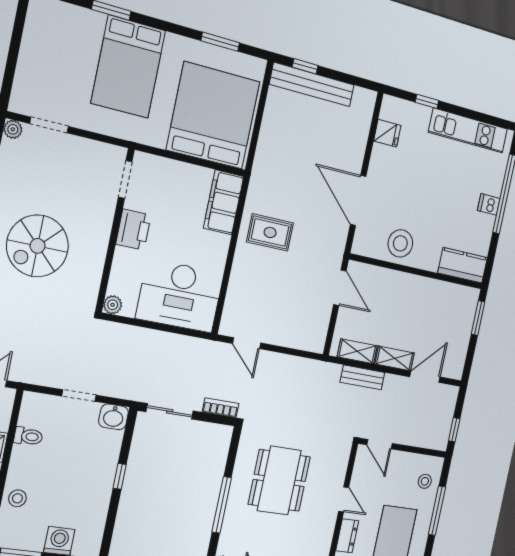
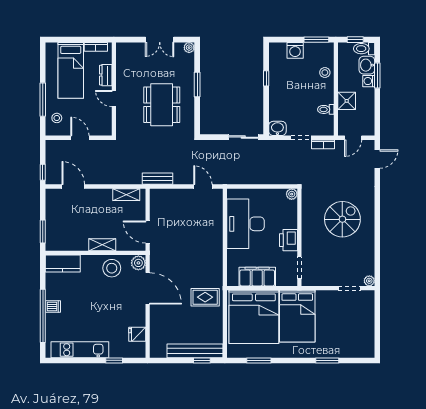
bed: (128, 67) -> (297, 316), moved, turned 180
filing cabinet: (224, 202) -> (257, 277), moved, turned -90
rug: (270, 232) -> (205, 297), moved
plant: (363, 243) -> (138, 263), added
desk: (180, 296) -> (246, 224), moved, turned -90
shelving: (395, 358) -> (102, 245), moved
bench: (362, 377) -> (158, 179), moved
door: (425, 377) -> (73, 186), swing flipped
bookcase: (221, 408) -> (323, 144), moved
window: (454, 430) -> (43, 172), moved
door: (379, 444) -> (80, 138), moved
window: (120, 476) -> (266, 78), moved
window: (222, 505) -> (197, 84), width x0.69

